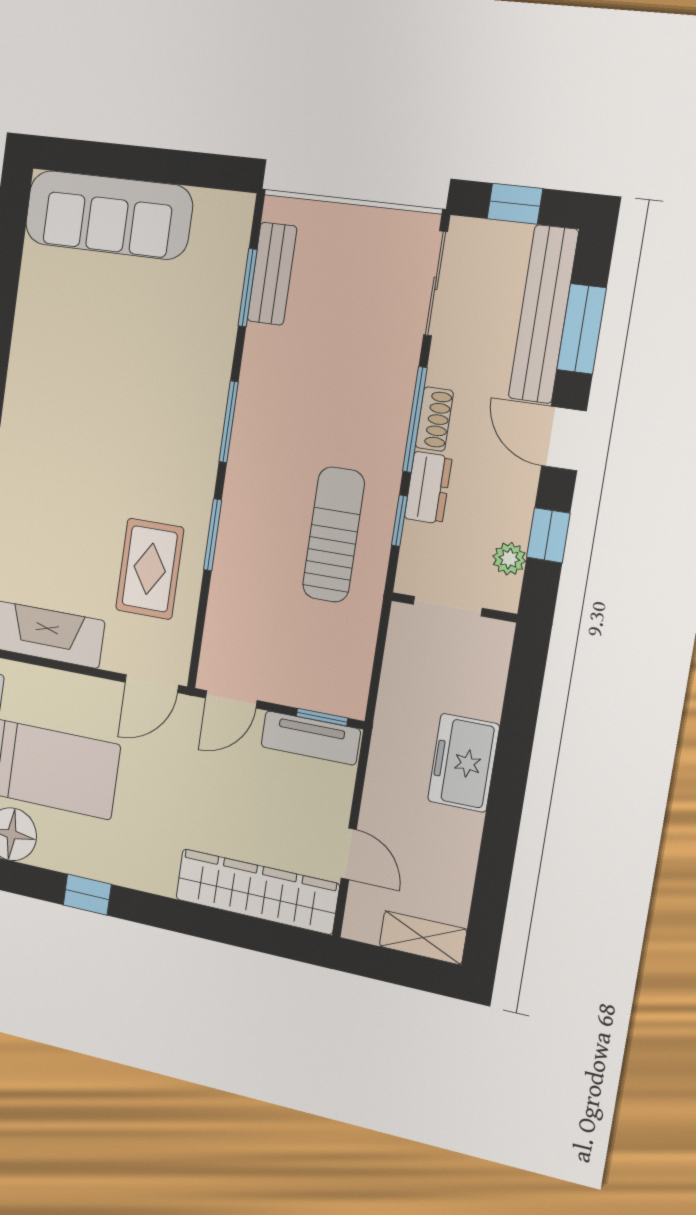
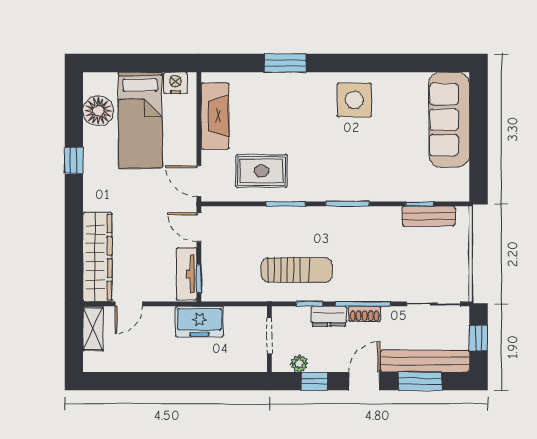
window: (248, 288) -> (420, 204), width x0.67
side table: (52, 383) -> (354, 100), added
freezer: (463, 763) -> (199, 322), moved, turned 180
shelving: (423, 938) -> (93, 329), moved

